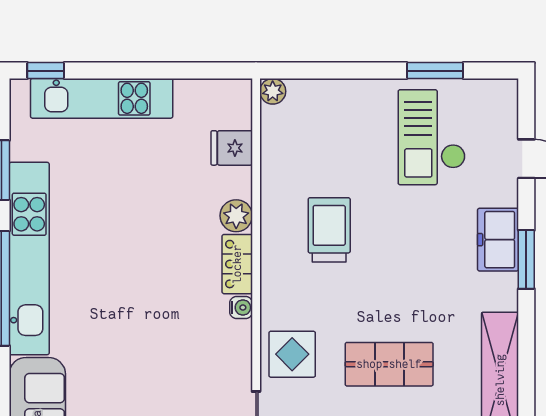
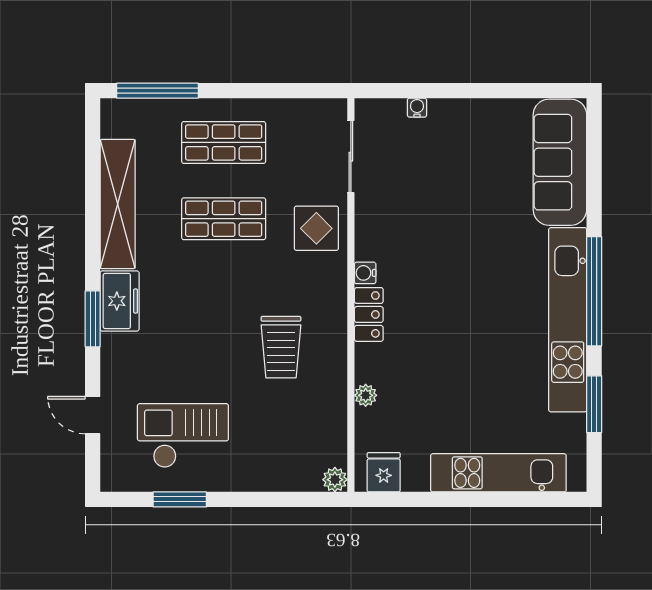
window: (46, 71) -> (552, 499), removed
checkout: (432, 137) -> (183, 436), turned -90
fridge: (232, 148) -> (384, 472), moved, turned -90
plant: (236, 216) -> (366, 395), moved, width x0.73, depth x0.73
freezer: (498, 240) -> (120, 301), moved

